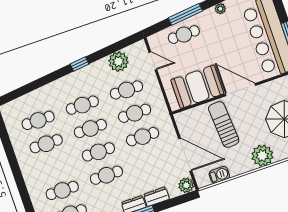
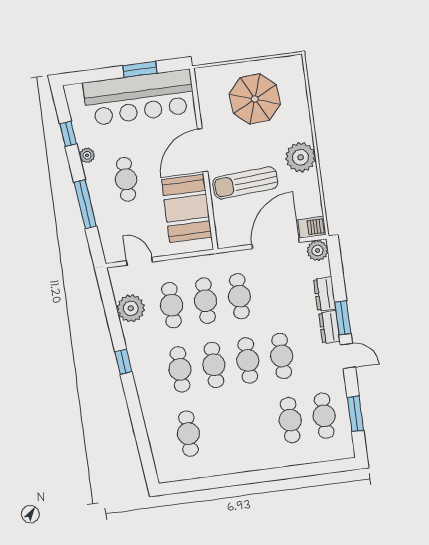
cafe table: (184, 35) -> (126, 179), moved
door: (153, 61) -> (139, 261), hinge flipped
cafe table: (46, 144) -> (222, 429), removed
plant: (262, 156) -> (301, 157), moved
barbecue: (219, 175) -> (312, 227), moved, turned 90

